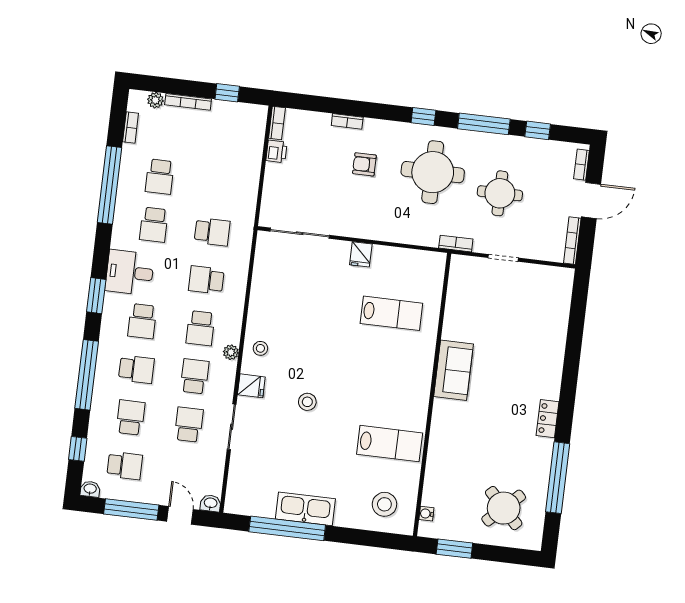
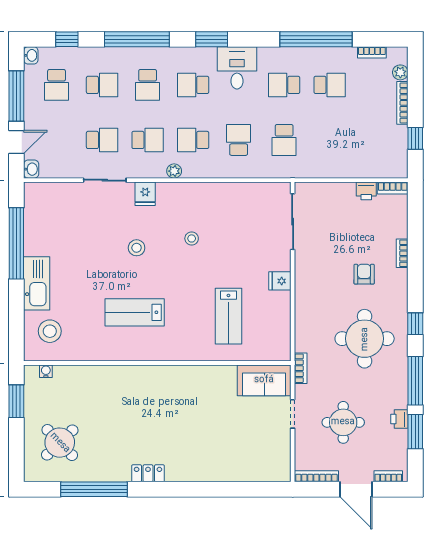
window: (538, 130) -> (415, 432), width x1.50
printer: (522, 146) -> (399, 419), added
school desk: (160, 177) -> (330, 85), turned 180
round table: (500, 193) -> (343, 422), moved
stool: (260, 348) -> (192, 238), moved
sofa: (454, 370) -> (264, 380), moved
lab bench: (390, 444) -> (135, 312), moved, turned 90
kitchen sink: (305, 509) -> (37, 283), moved

